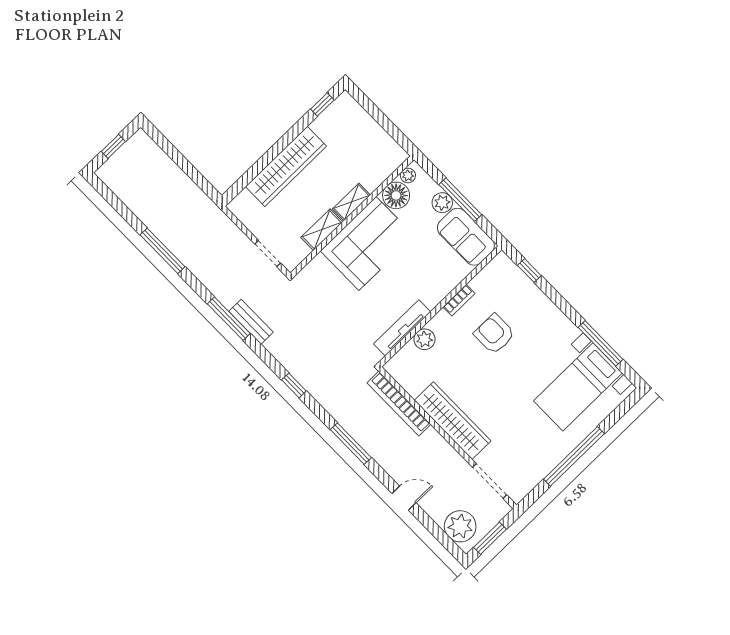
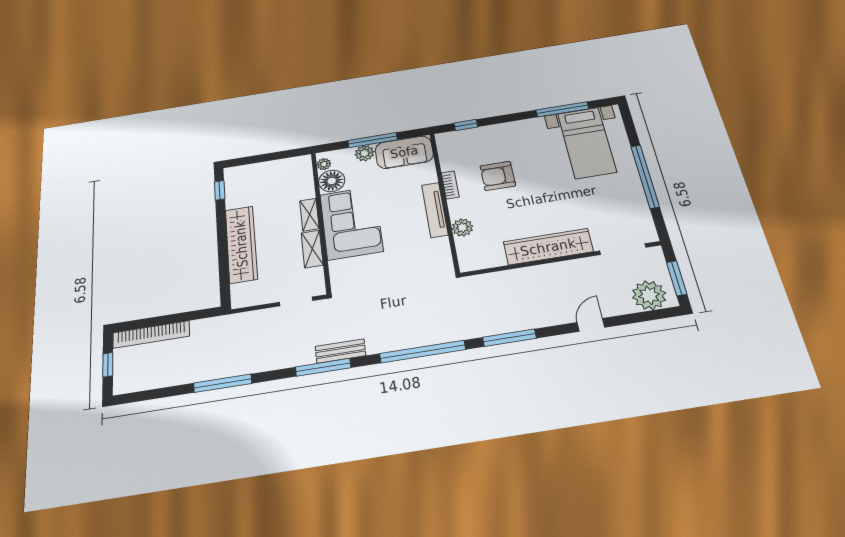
tv unit: (402, 328) -> (435, 210), moved
window: (294, 385) -> (423, 352), width x3.17
bookcase: (399, 404) -> (151, 334), moved

